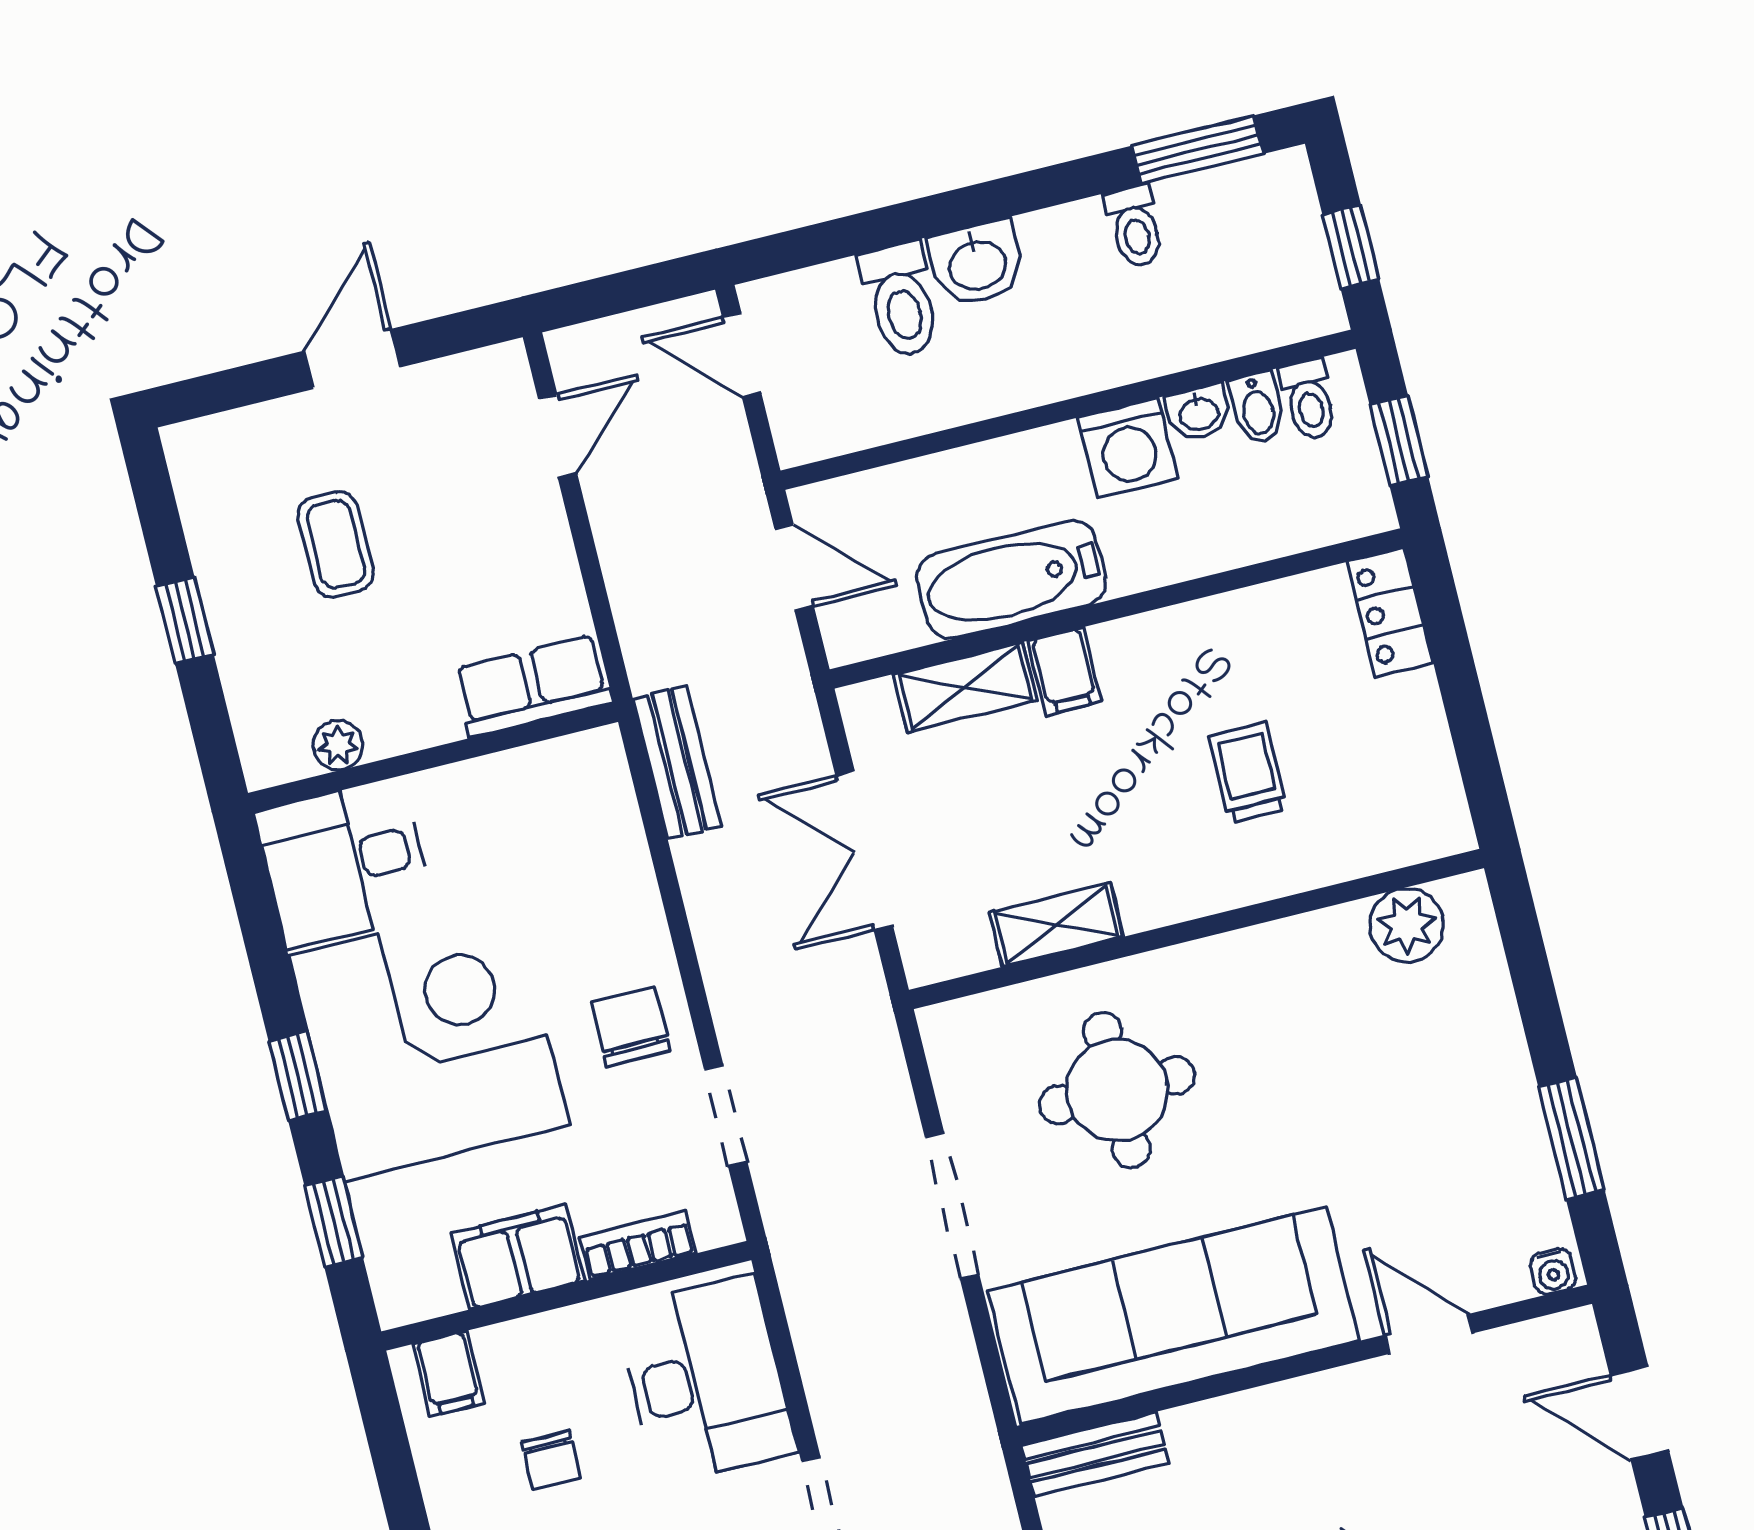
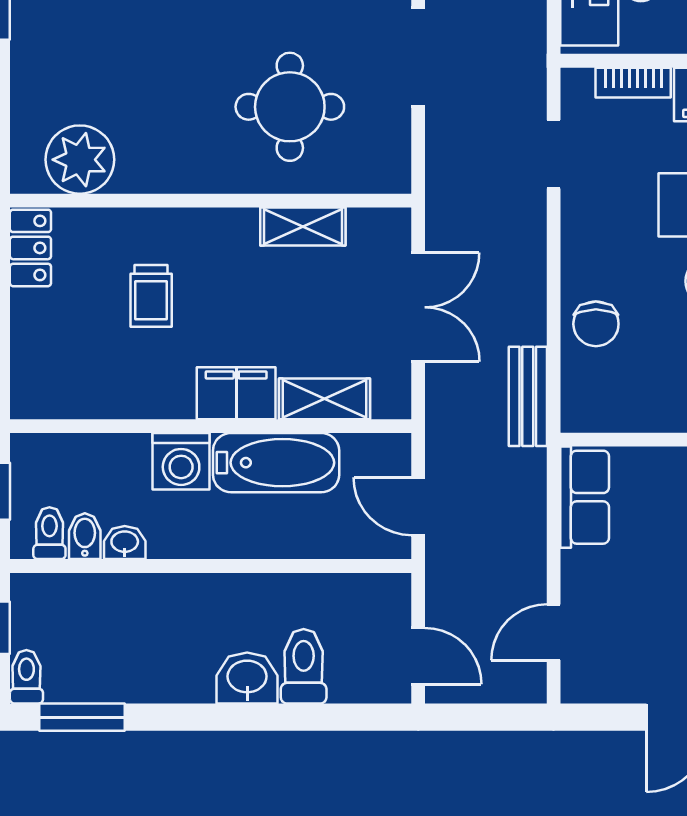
toilet: (1135, 226) -> (26, 677), moved
washing machine: (1128, 448) -> (181, 461), moved, turned 180
locker: (1390, 612) -> (30, 248), moved
filing cabinet: (1065, 671) -> (236, 393), width x2.00
row of seats: (533, 686) -> (585, 497), moved, turned -90
plant: (1407, 925) -> (80, 160), width x1.36, depth x1.36
chair: (631, 1027) -> (596, 324), moved

